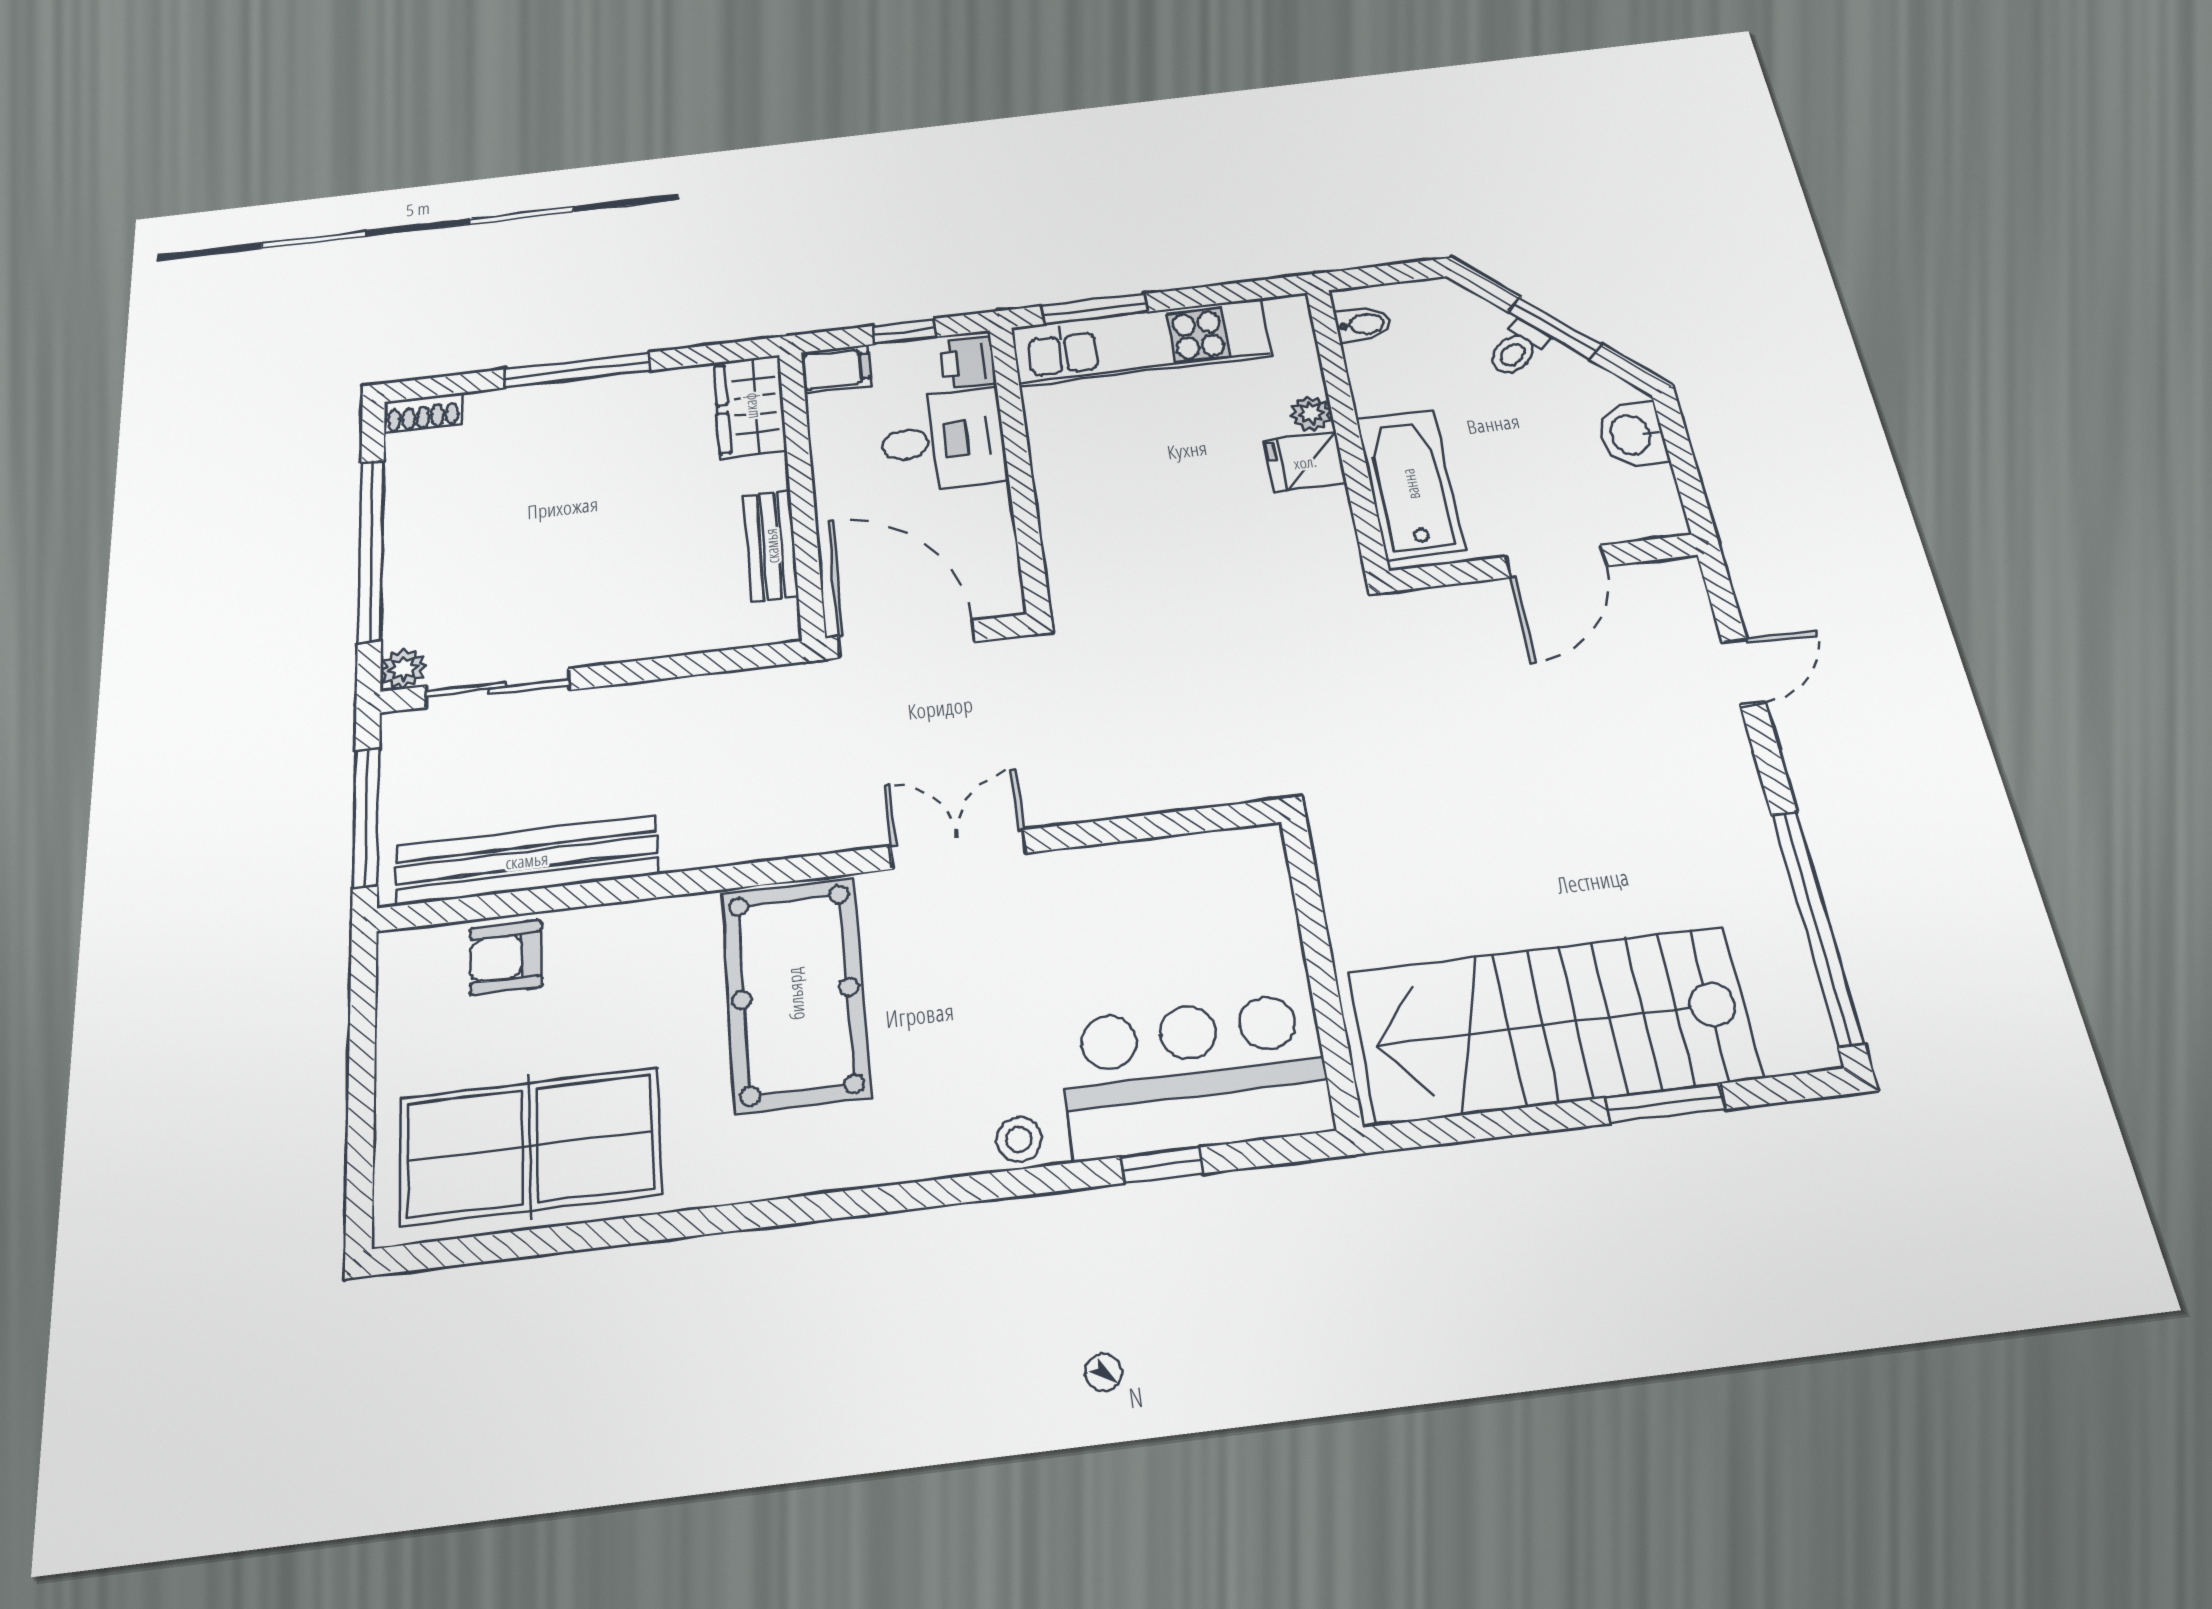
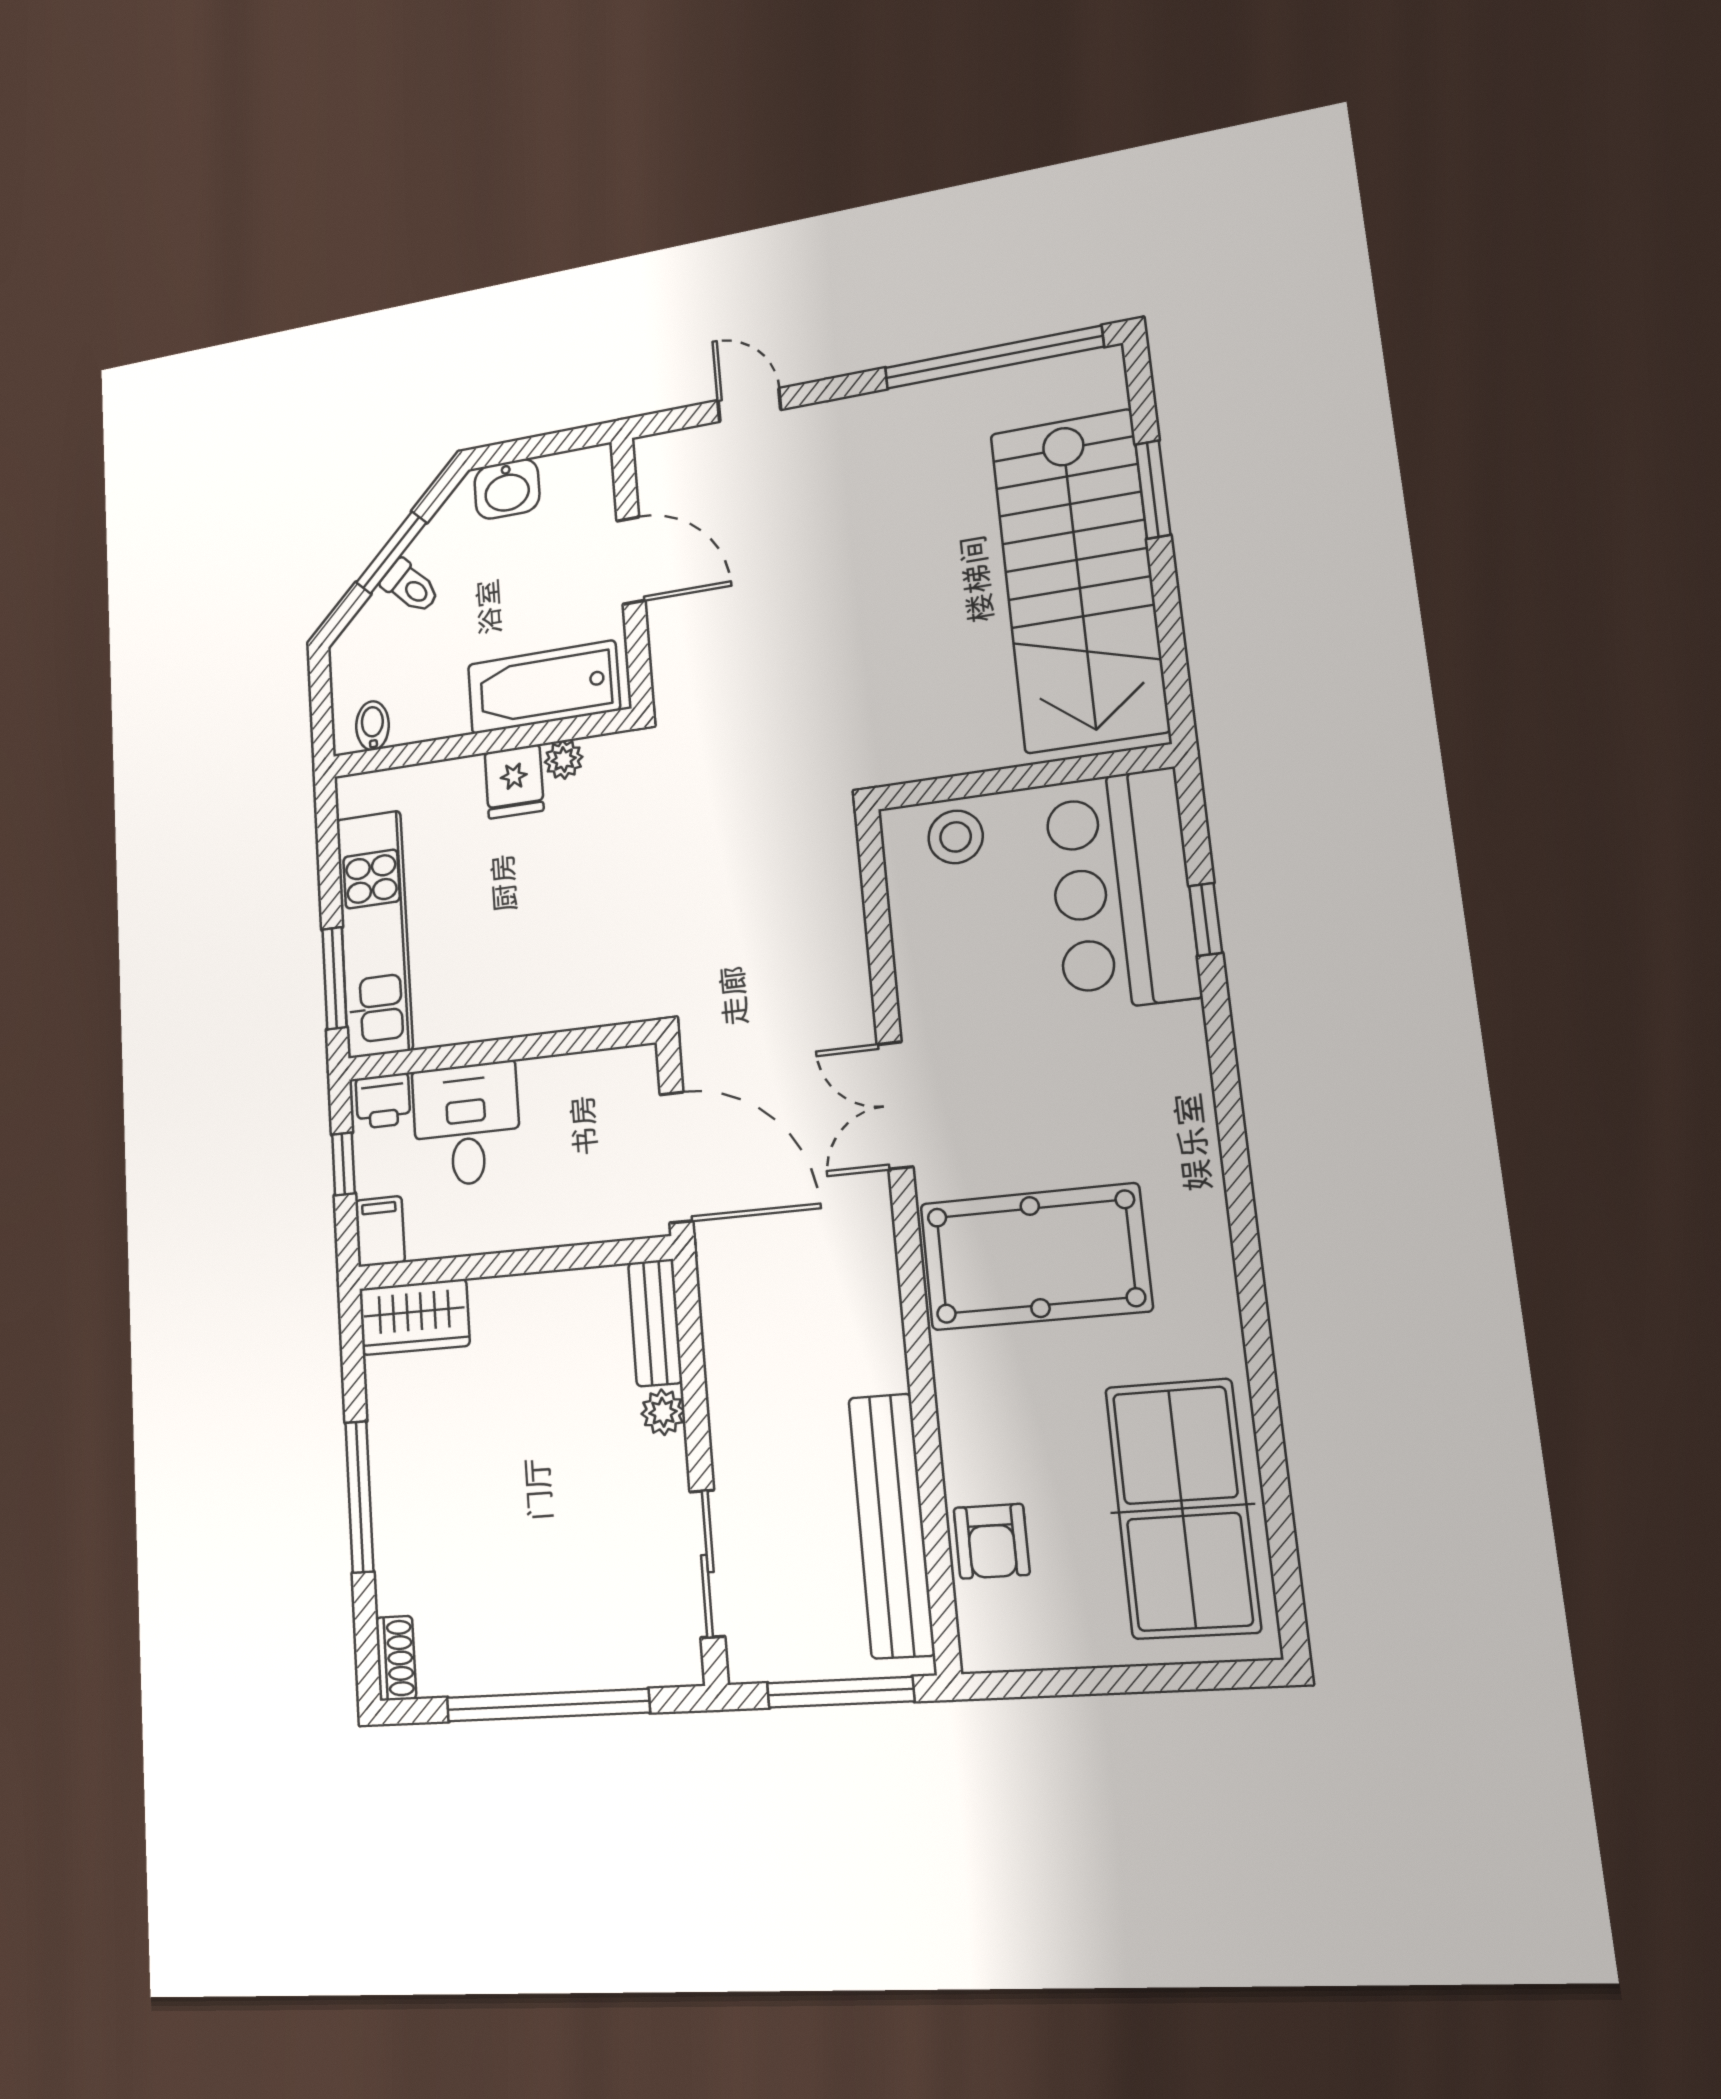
plant: (1311, 413) -> (564, 760), moved
bench: (771, 546) -> (655, 1323), moved, turned 90
door: (906, 639) -> (676, 1157), swing flipped
plant: (403, 669) -> (663, 1412), moved
stool: (1019, 1139) -> (956, 837), moved, width x1.37, depth x1.37

